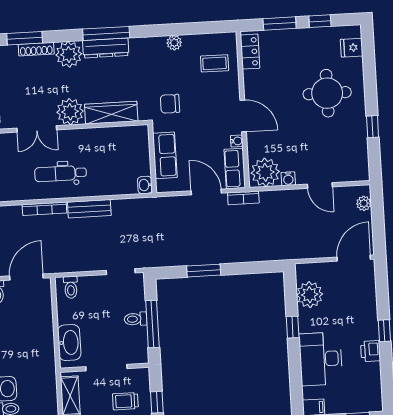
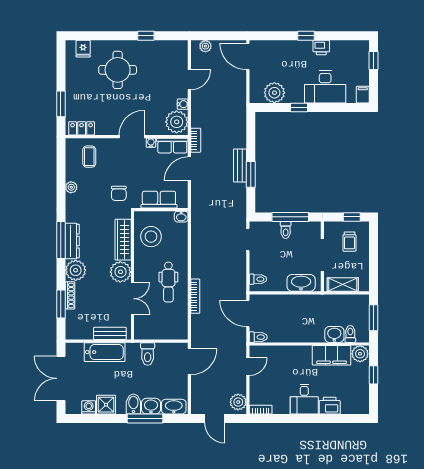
window: (320, 21) -> (61, 72), removed
stool: (117, 148) -> (151, 237), added
bench: (89, 209) -> (240, 166), moved

